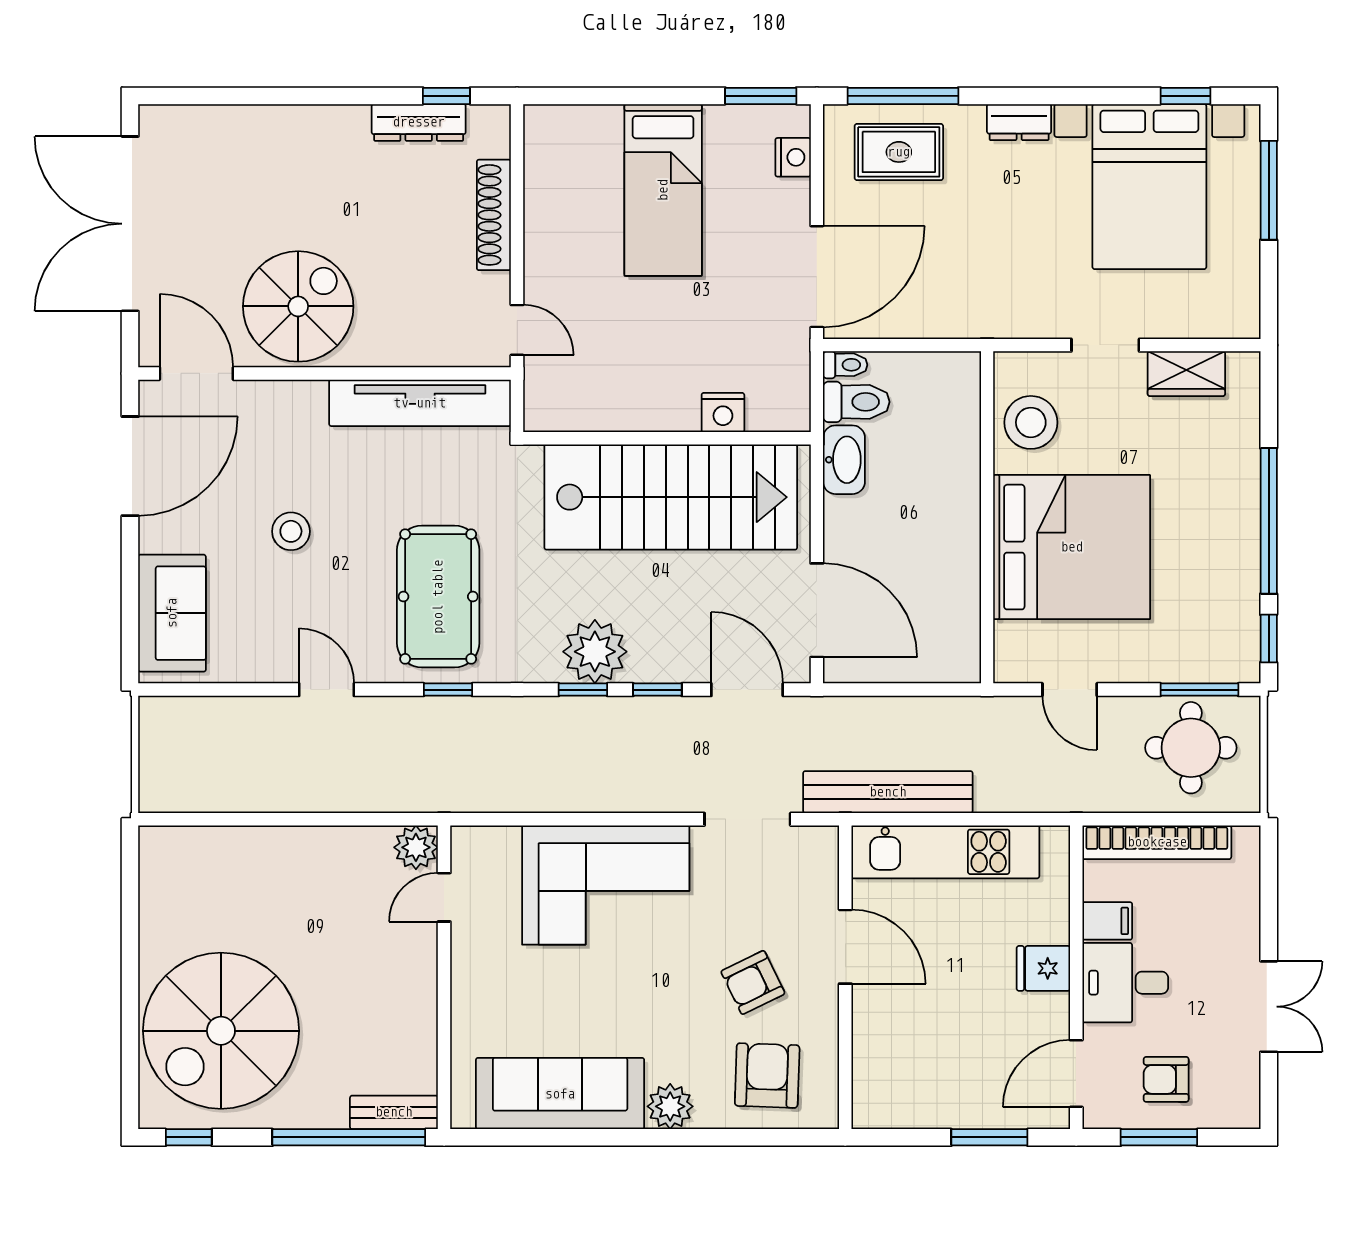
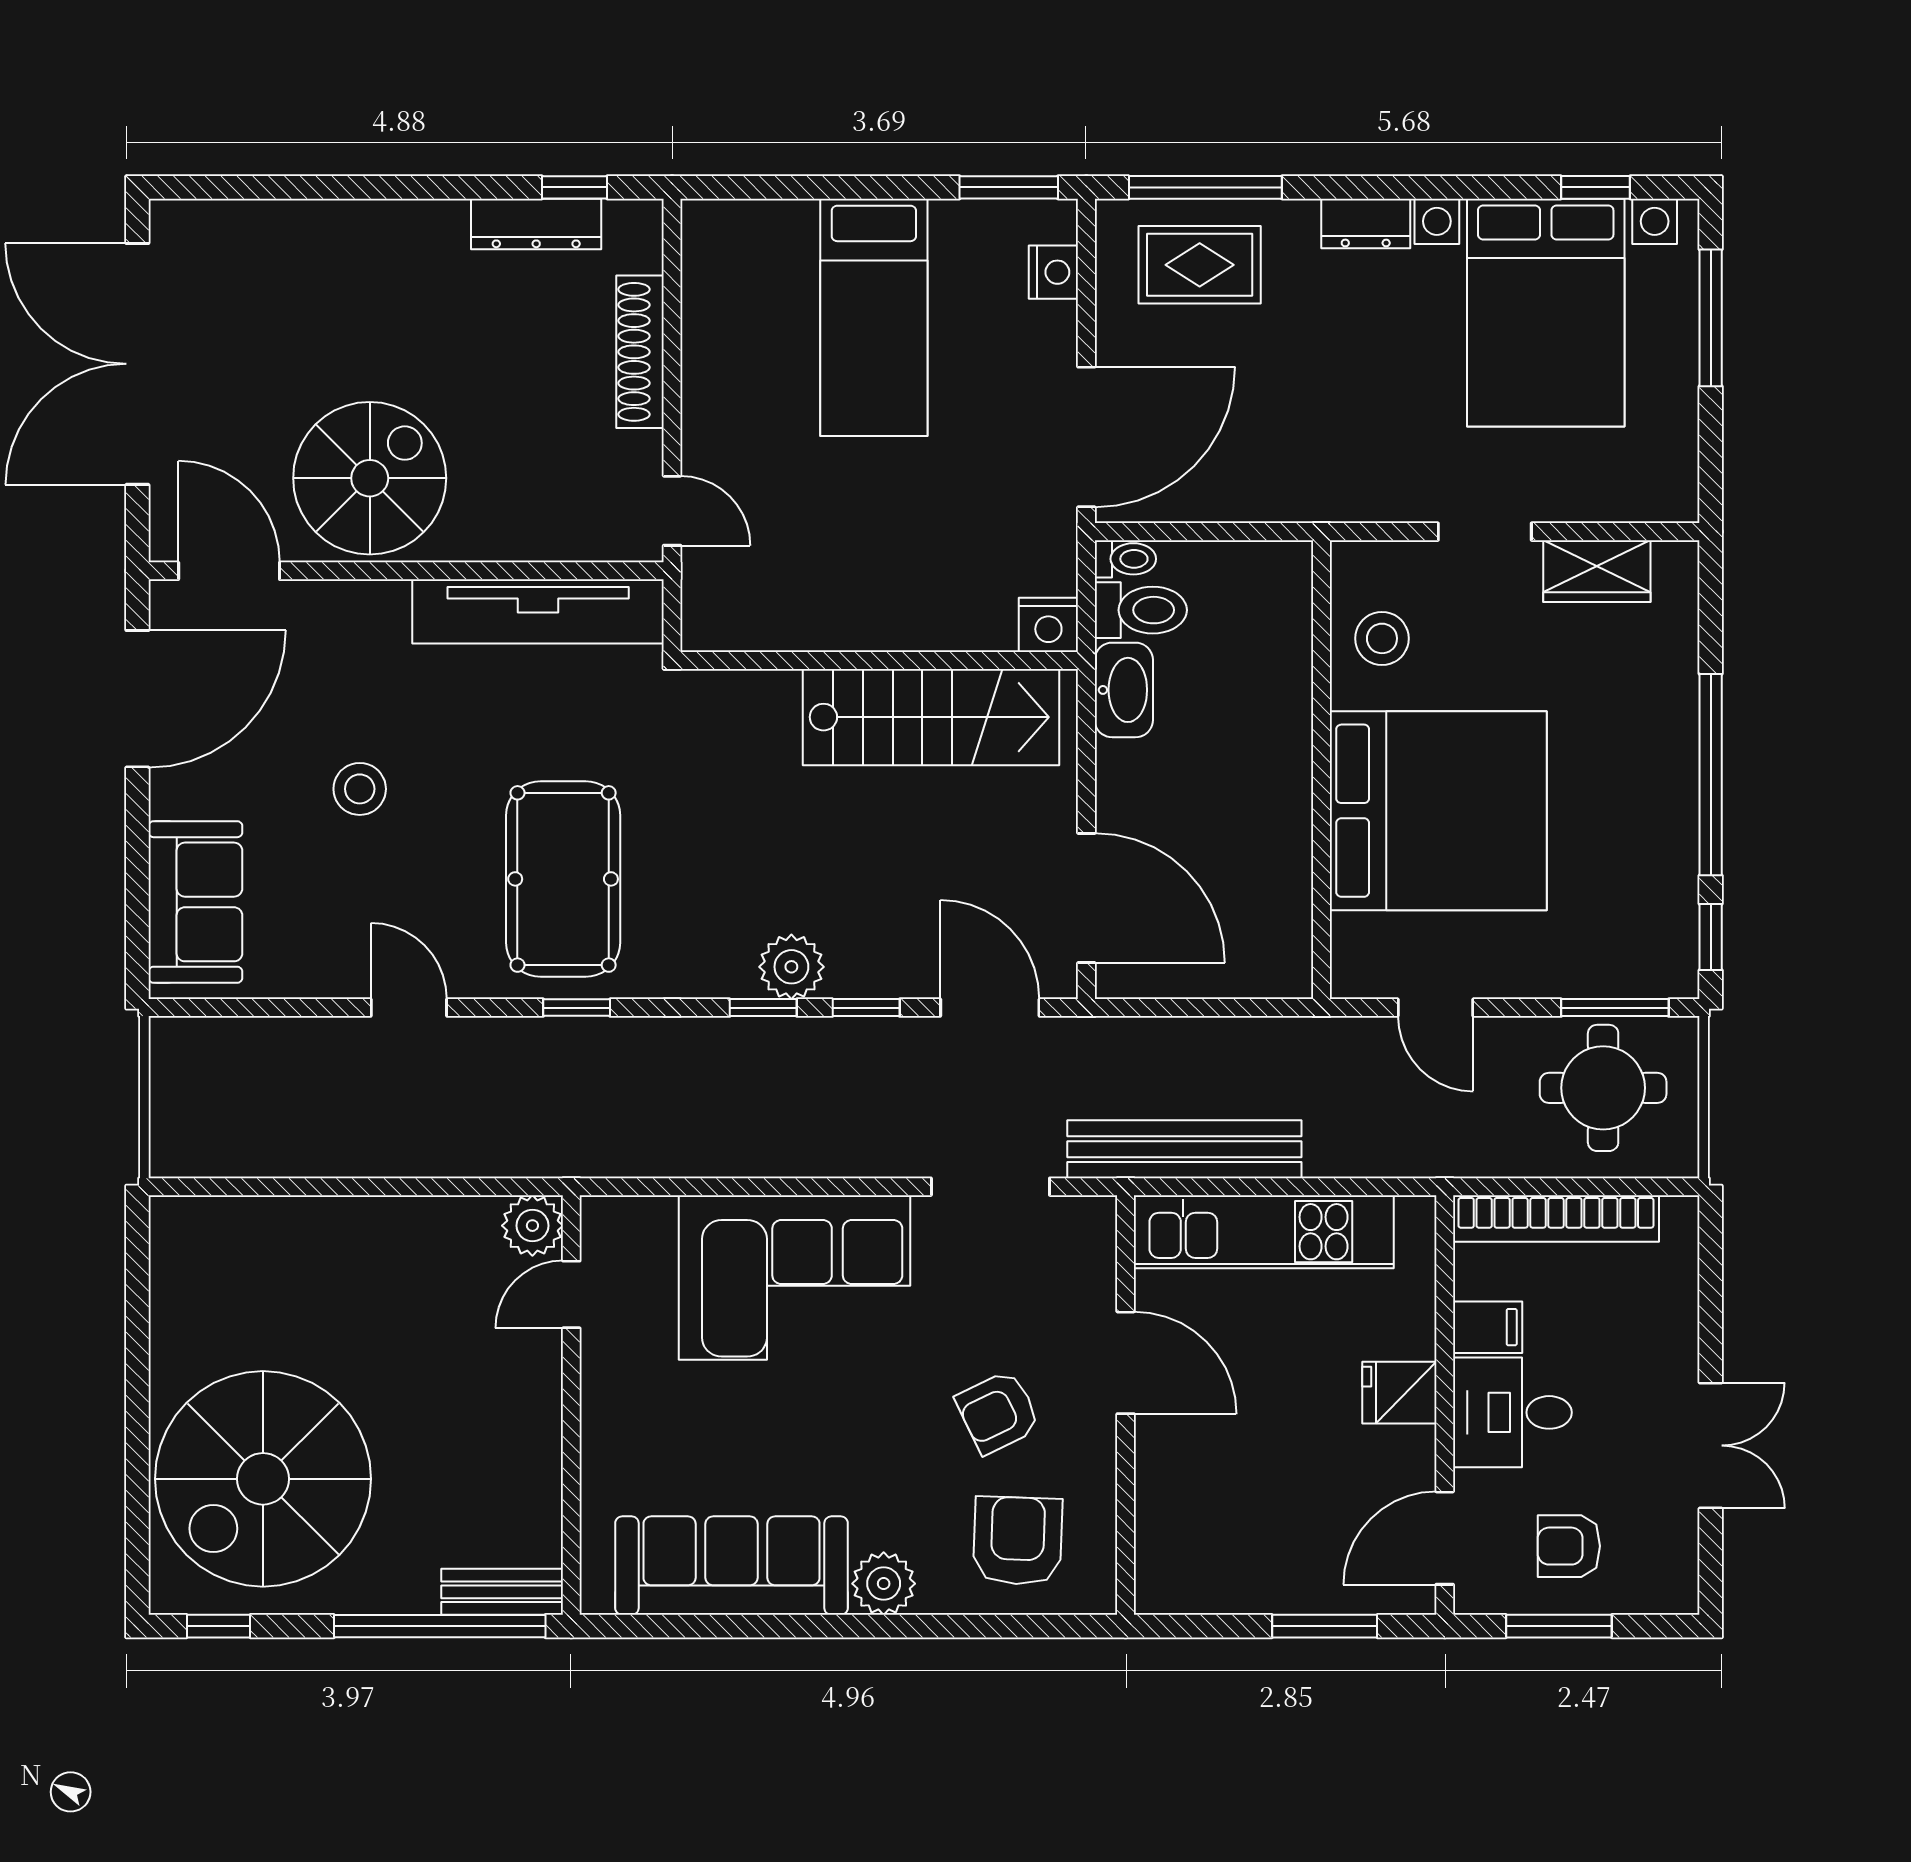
nightstand: (723, 413) -> (1048, 625), moved
stool: (1031, 422) -> (1382, 638), width x0.73, depth x0.73
stairs: (671, 497) -> (931, 717), width x0.73, depth x0.66
plant: (595, 652) -> (791, 967), width x0.73, depth x0.73

